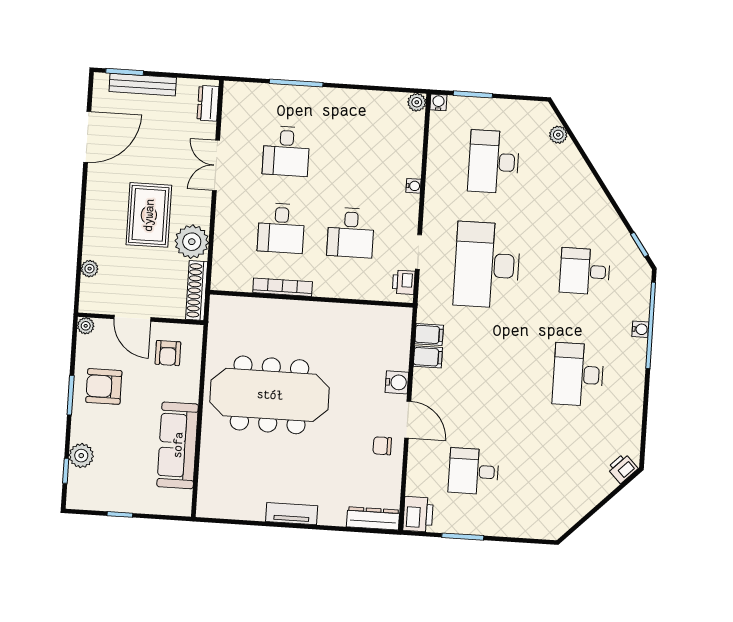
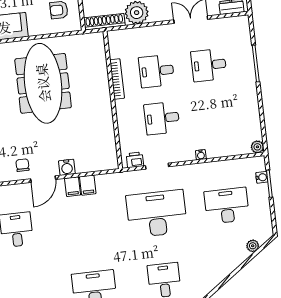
water cooler: (438, 102) -> (262, 177), moved
filing cabinet: (429, 334) -> (73, 187), moved

